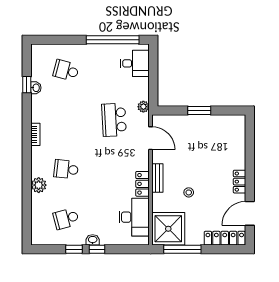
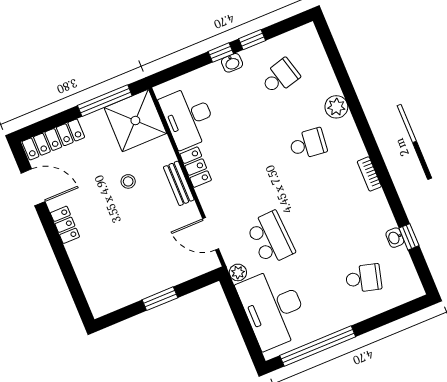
desk: (135, 63) -> (273, 308), width x1.87, depth x1.30
door: (250, 213) -> (33, 187), hinge flipped

